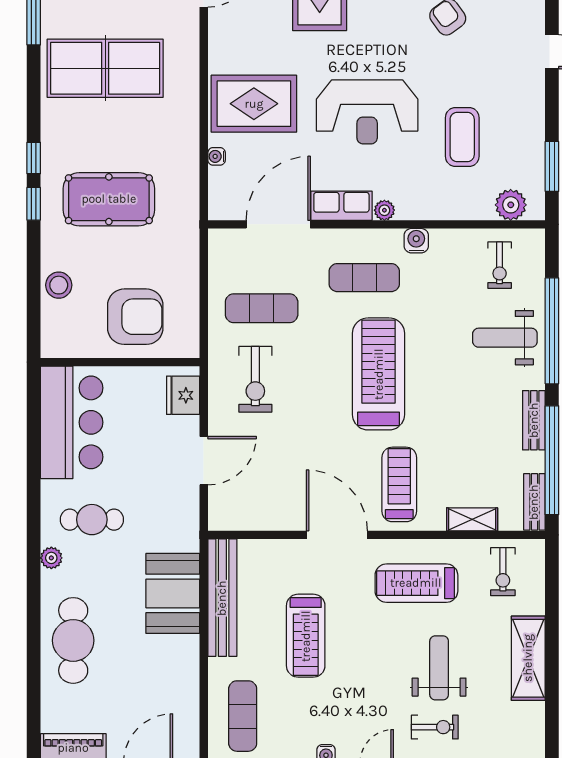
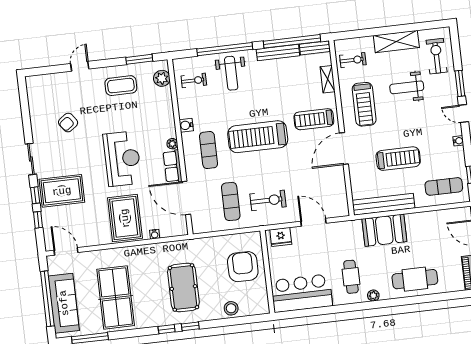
coffee table: (462, 137) -> (121, 86), moved
bench: (534, 420) -> (278, 53), width x1.36
exercise bike: (435, 727) -> (437, 56), moved, width x1.38, depth x1.39

